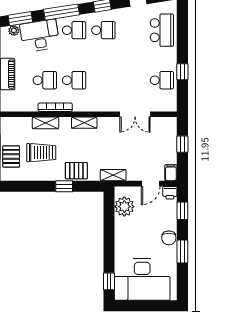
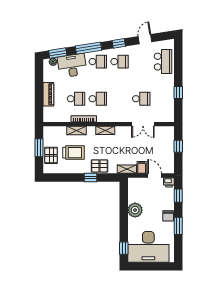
school desk: (162, 80) -> (141, 99), moved
filing cabinet: (171, 173) -> (142, 167), moved
door: (151, 184) -> (155, 175), swing flipped
plant: (124, 207) -> (135, 210), moved

